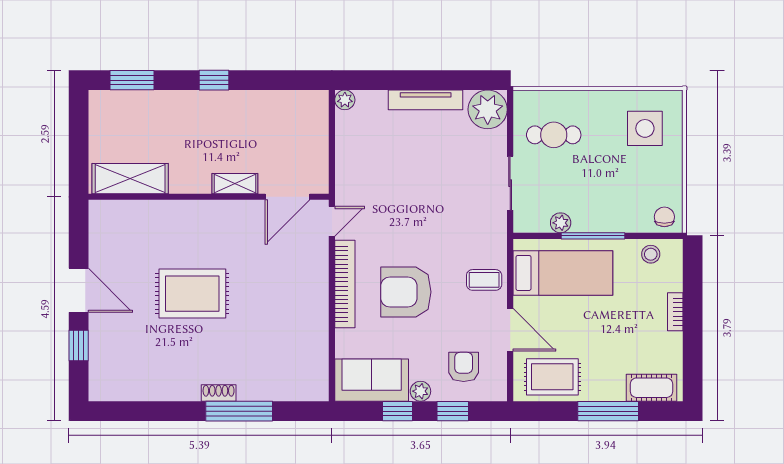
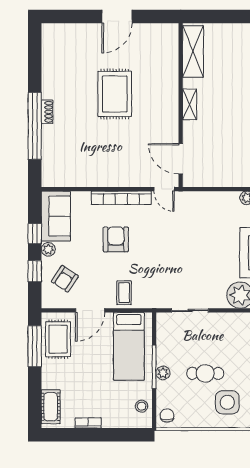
cafe table: (554, 135) -> (205, 373), moved, turned 90
shelving: (235, 184) -> (190, 104), moved
chair: (664, 217) -> (167, 415), turned -90
plant: (561, 223) -> (163, 373), moved
armchair: (406, 292) -> (116, 239), width x0.73, depth x0.73
bookcase: (675, 312) -> (88, 423), moved
window: (79, 345) -> (79, 16), removed
armchair: (464, 367) -> (65, 279), turned 123
window: (239, 411) -> (35, 126), width x1.46
window: (608, 411) -> (35, 346), moved

